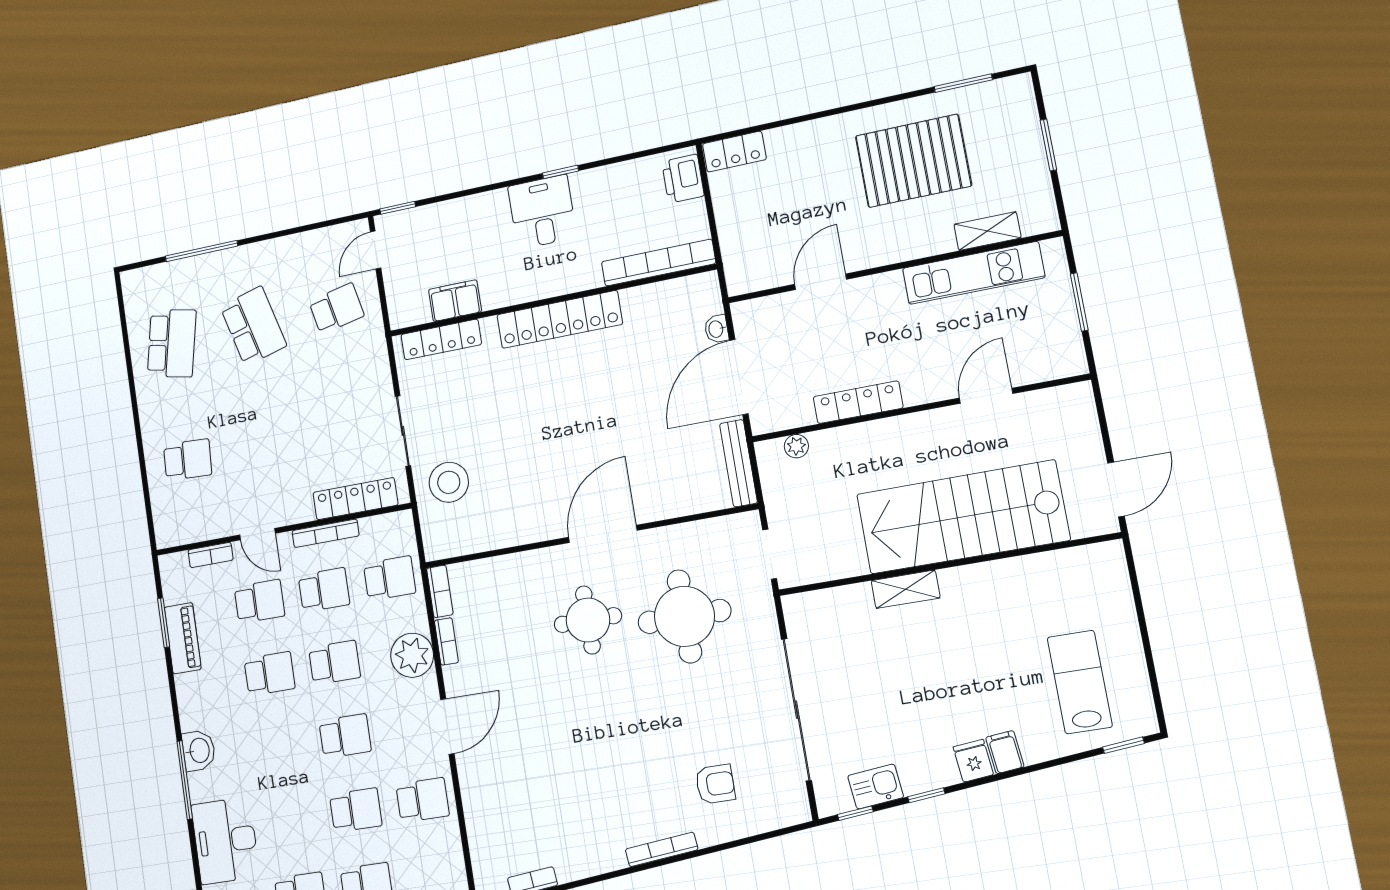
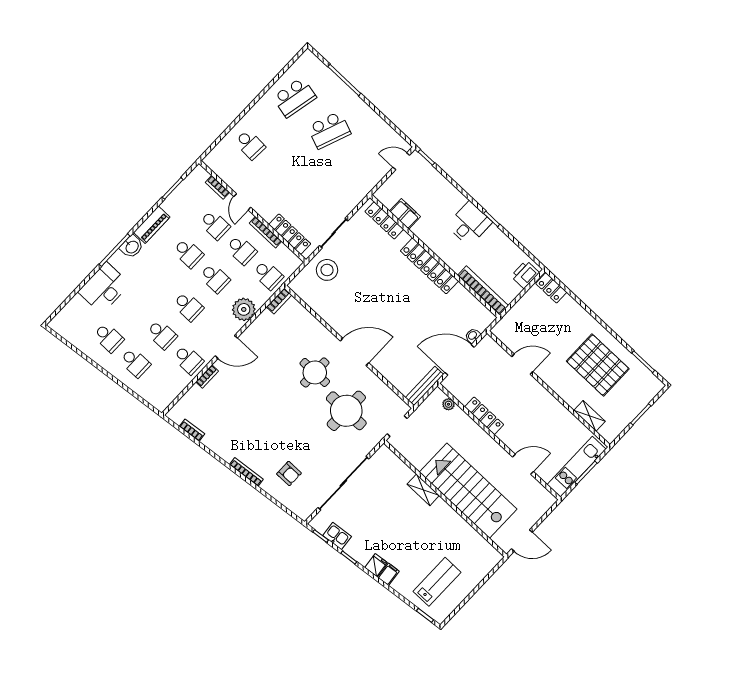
kitchen unit: (973, 273) -> (576, 467), moved, turned 90
school desk: (336, 309) -> (364, 163), removed
school desk: (253, 326) -> (329, 130), turned 36
piano: (183, 638) -> (152, 225), moved
bookcase: (446, 641) -> (207, 377), moved

